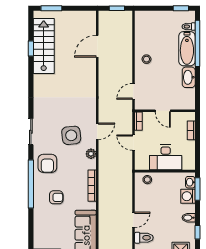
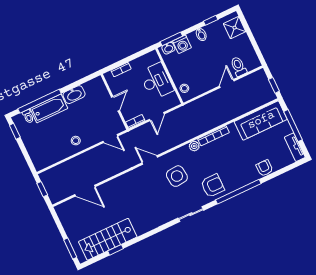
door: (97, 131) -> (150, 160), moved
plant: (91, 154) -> (194, 146), moved
armchair: (56, 197) -> (265, 168), moved
door: (133, 220) -> (227, 84), hinge flipped

